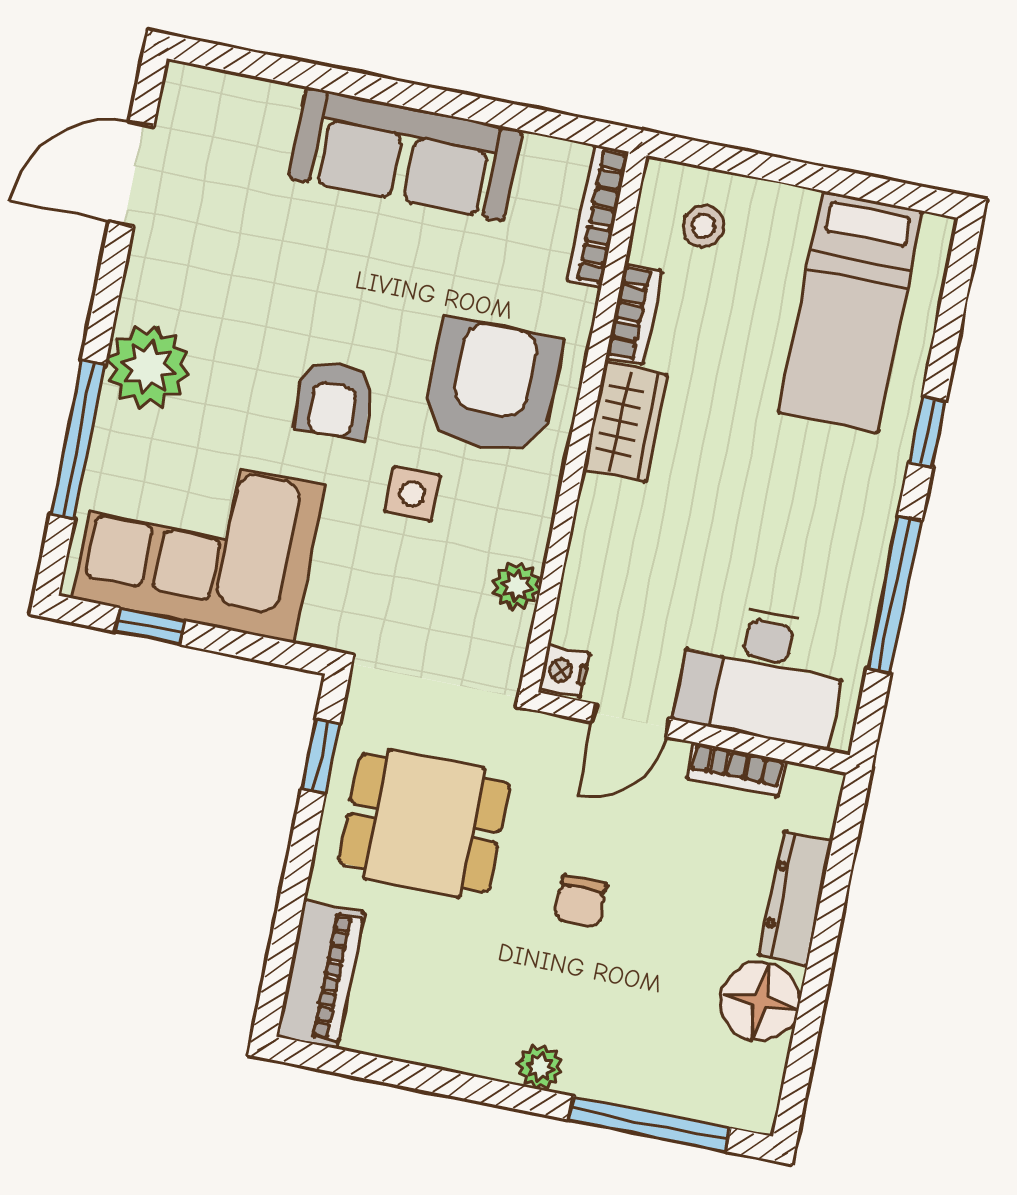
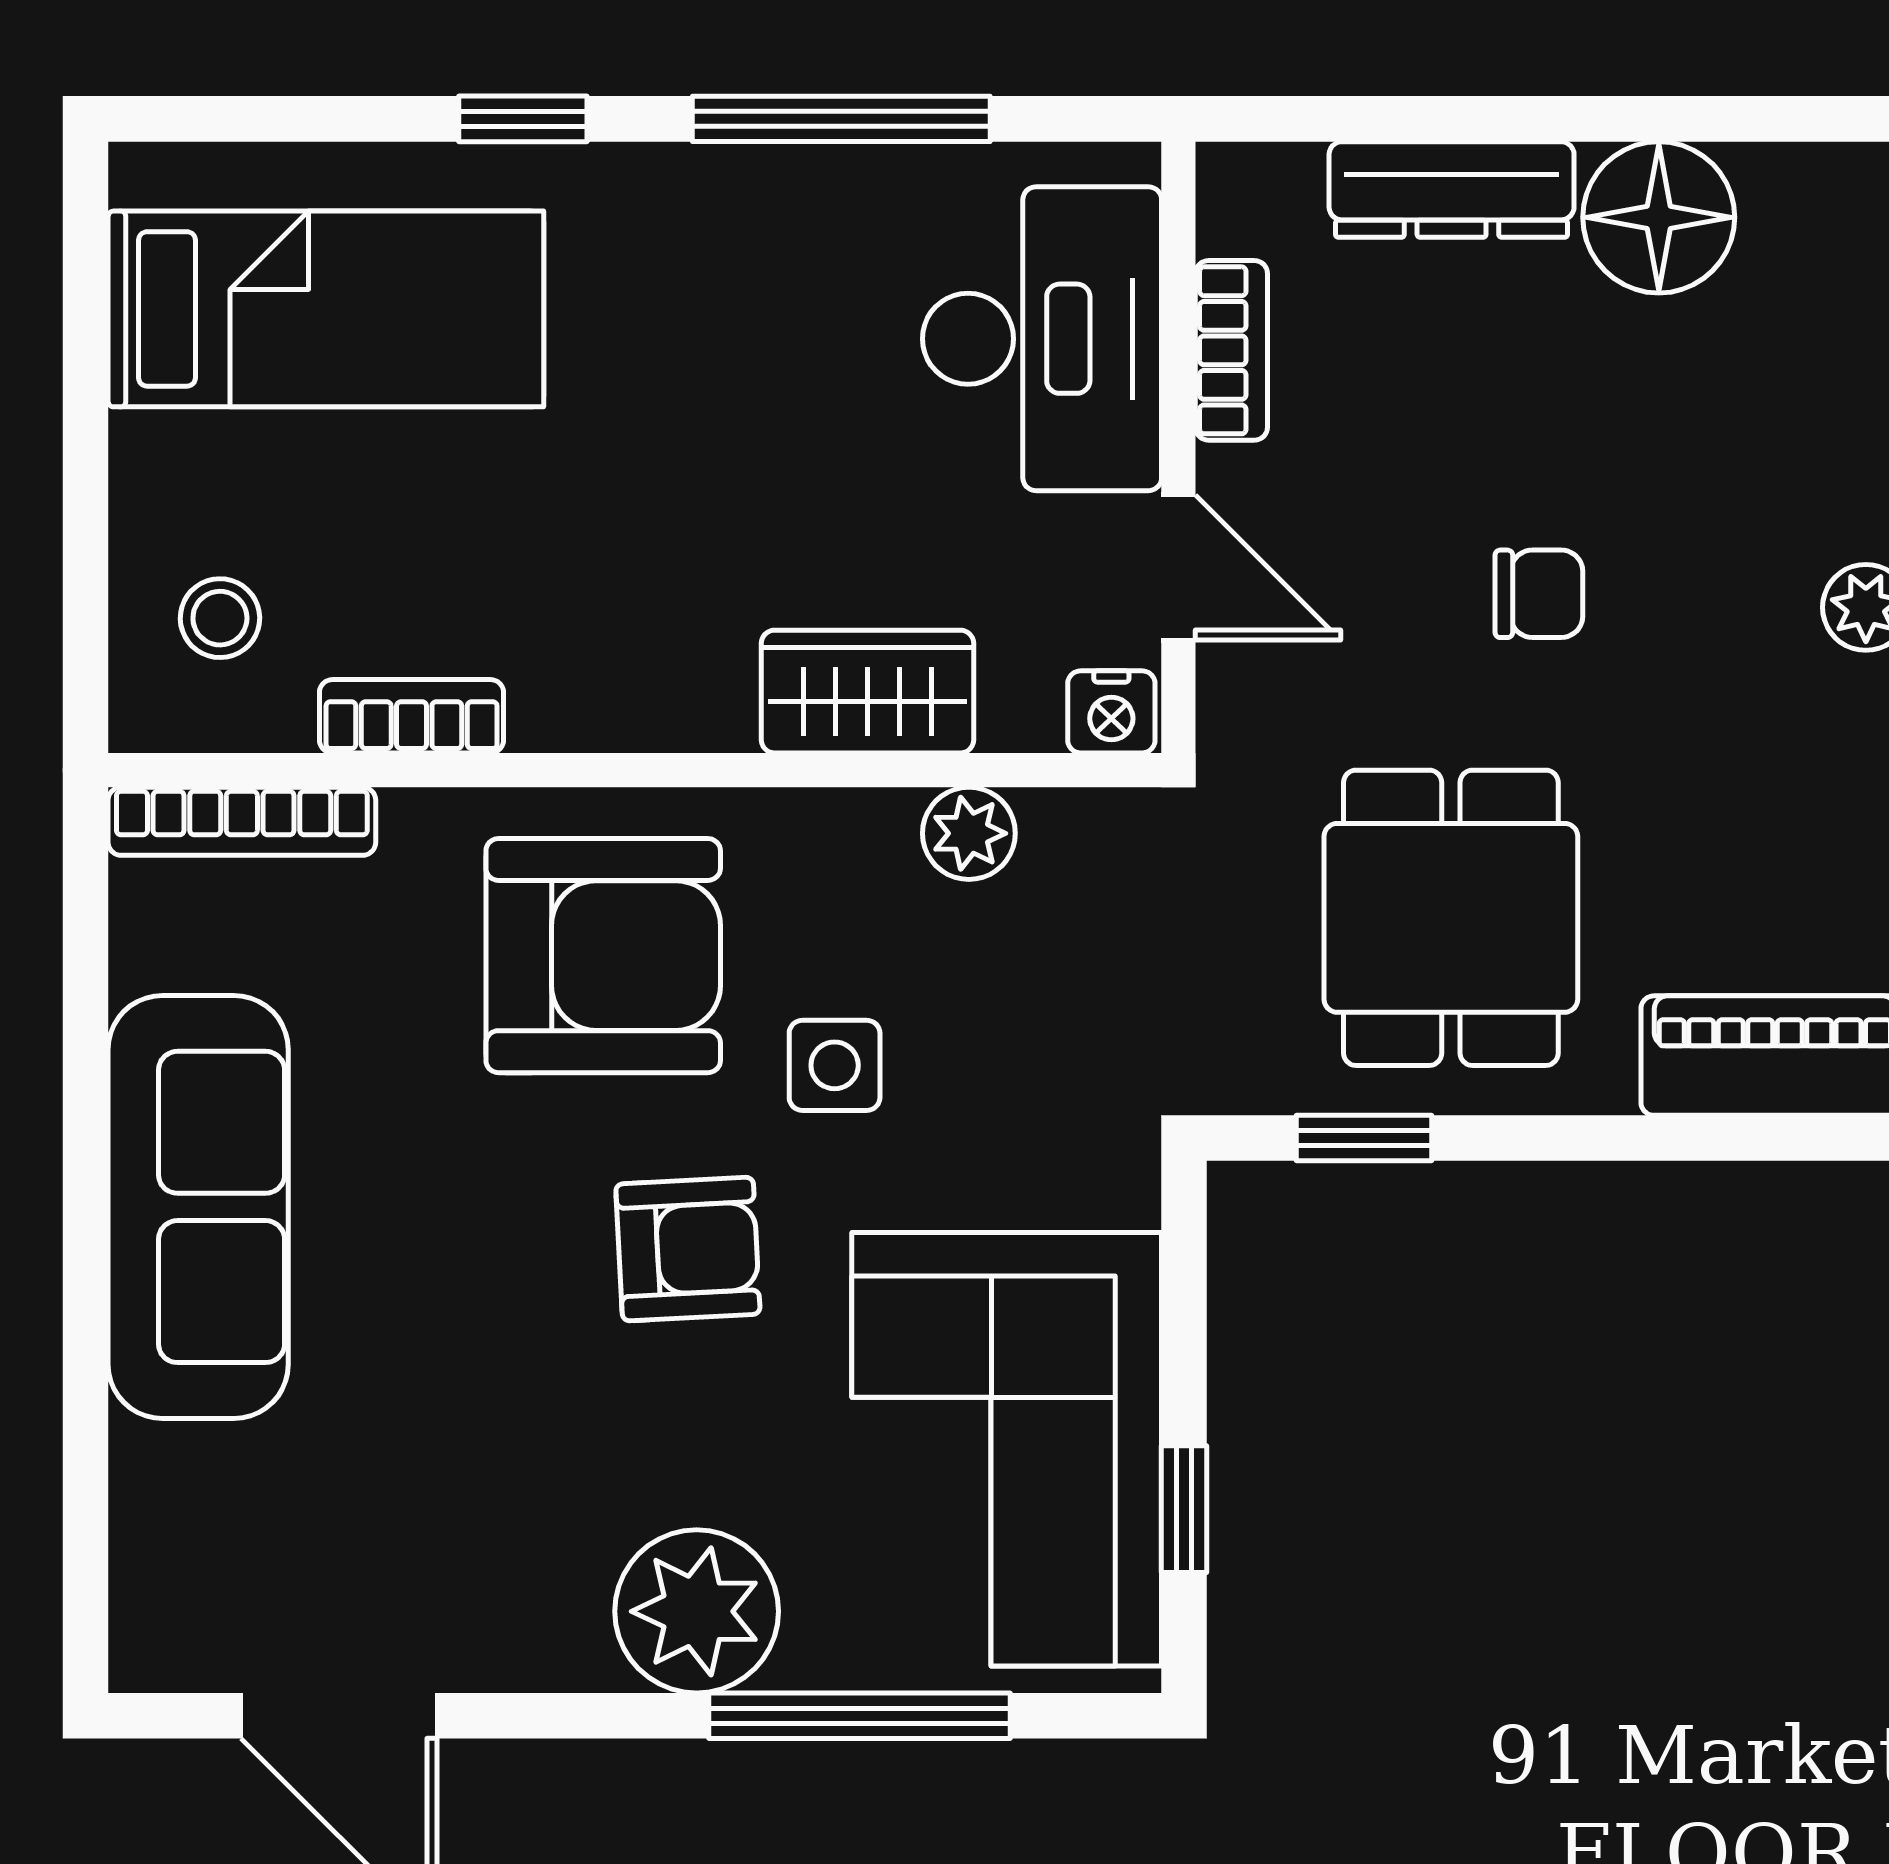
armchair: (492, 387) -> (603, 956), turned 180
wardrobe: (625, 422) -> (867, 692), moved

